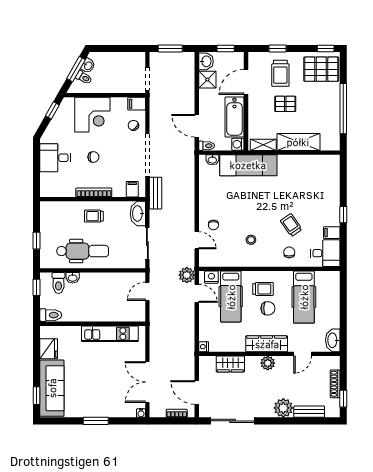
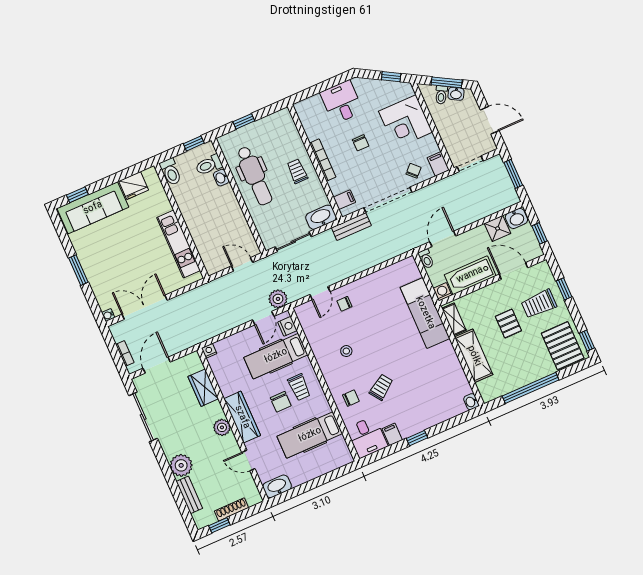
door: (120, 49) -> (490, 120), added
washbasin: (212, 160) -> (471, 402), moved

